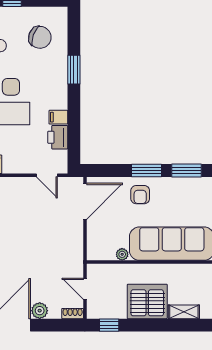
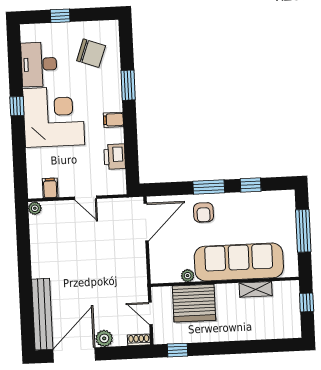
filing cabinet: (58, 117) -> (113, 120), moved
window: (186, 171) -> (251, 185), width x0.67
door: (47, 175) -> (85, 198), moved
server rack: (147, 301) -> (194, 303), moved, turned 180
shelving: (184, 312) -> (256, 289), moved

